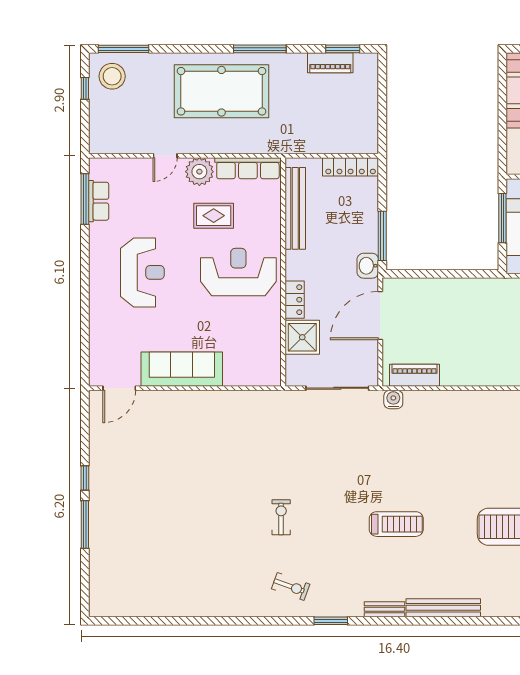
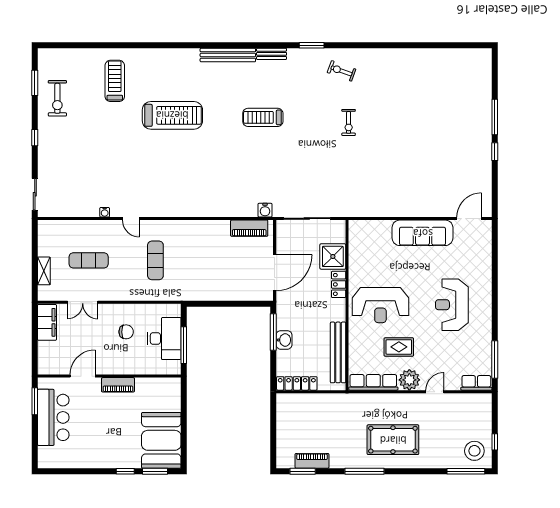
pool table: (221, 91) -> (393, 440), width x0.73, depth x0.76
row of seats: (99, 201) -> (476, 383), moved, turned 90
washbasin: (368, 266) -> (284, 340), moved

